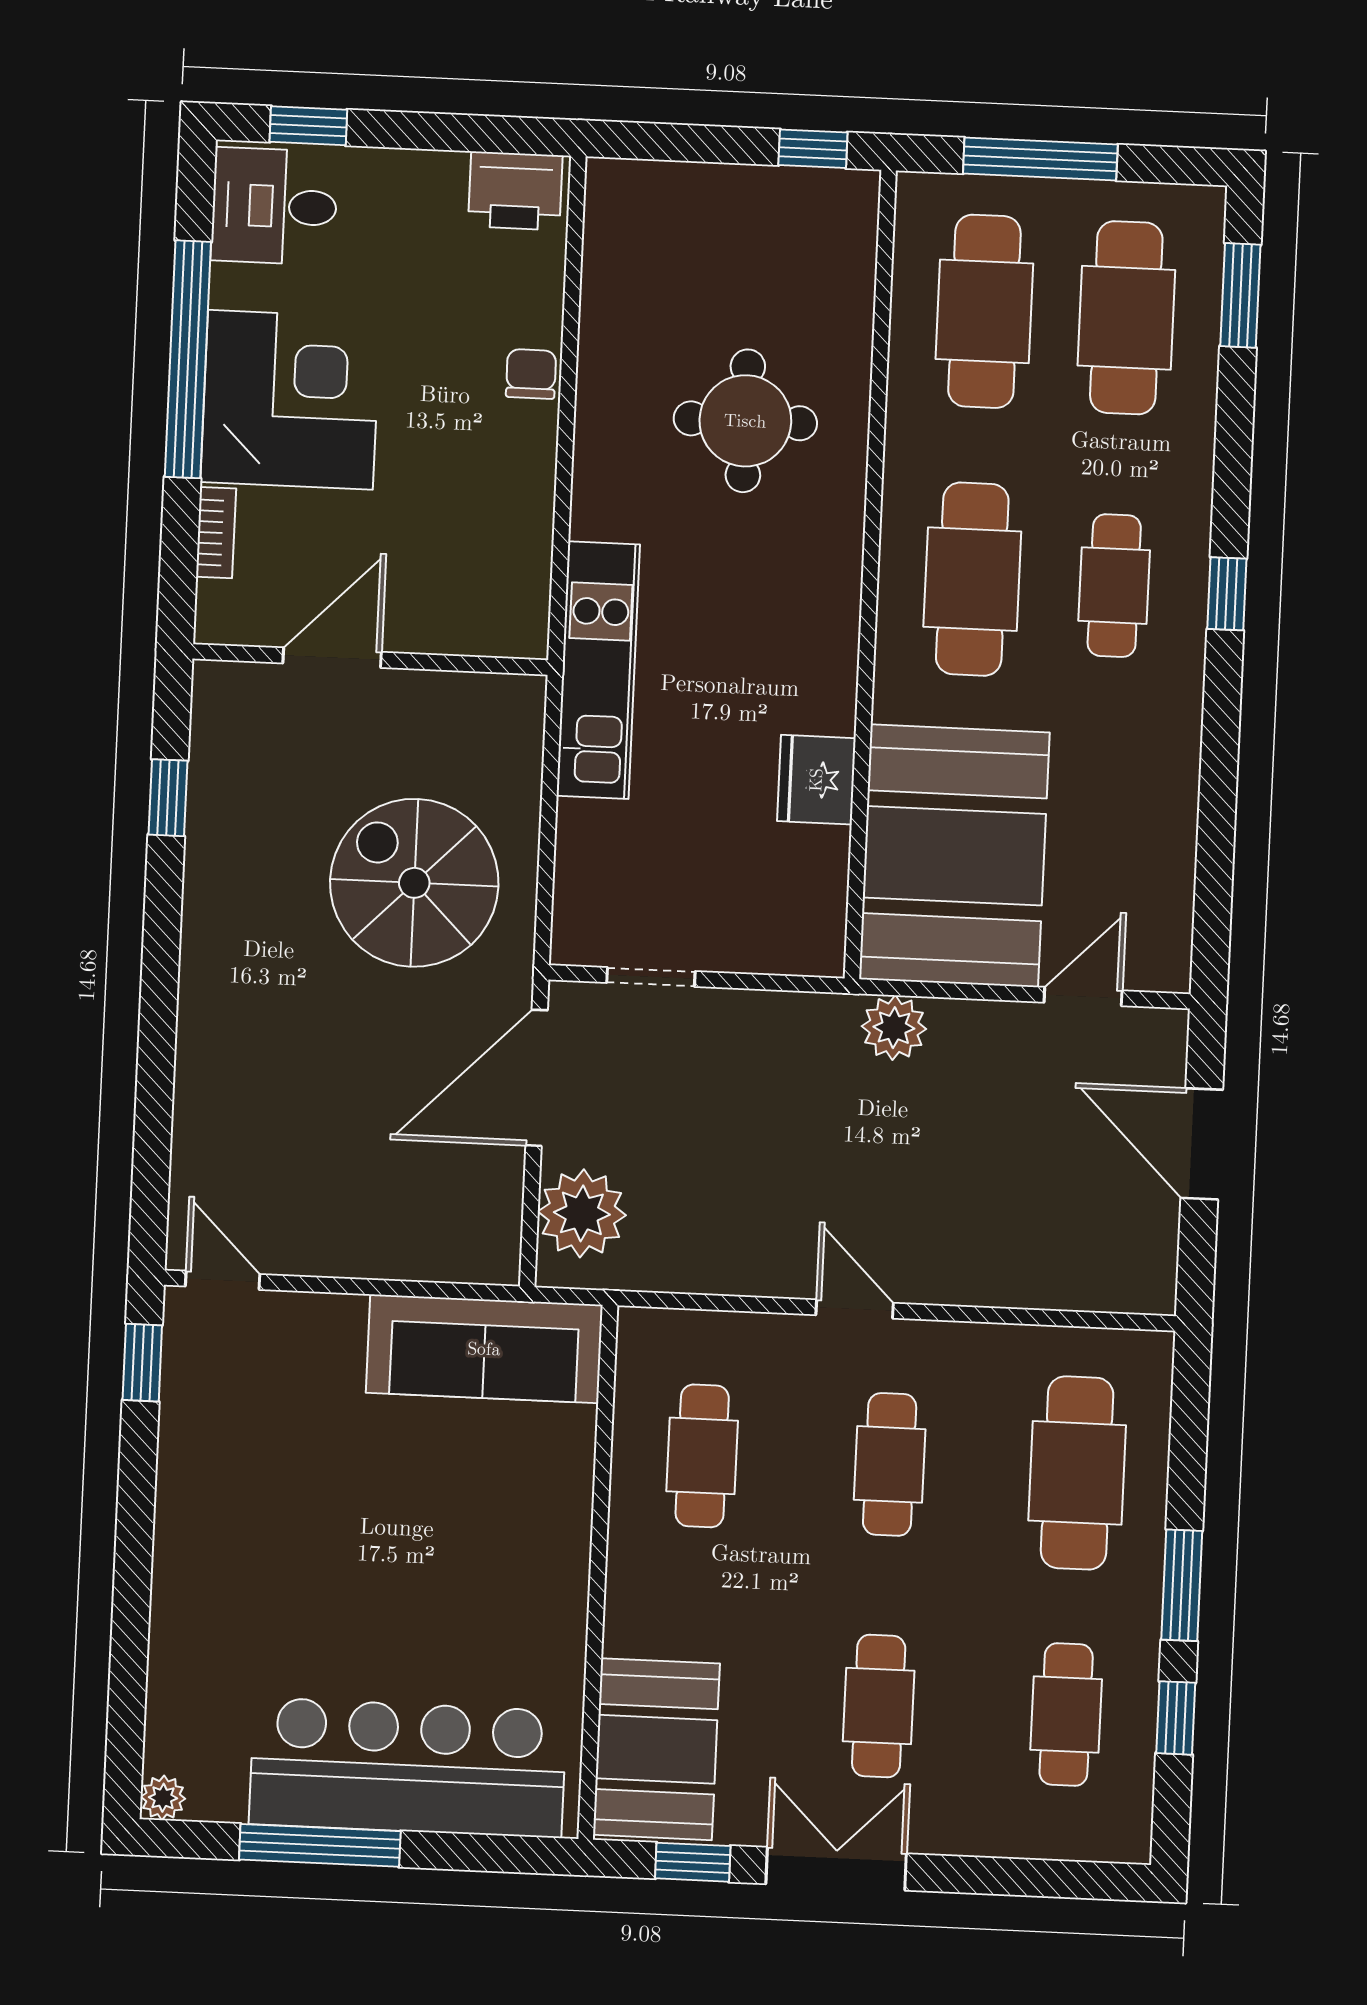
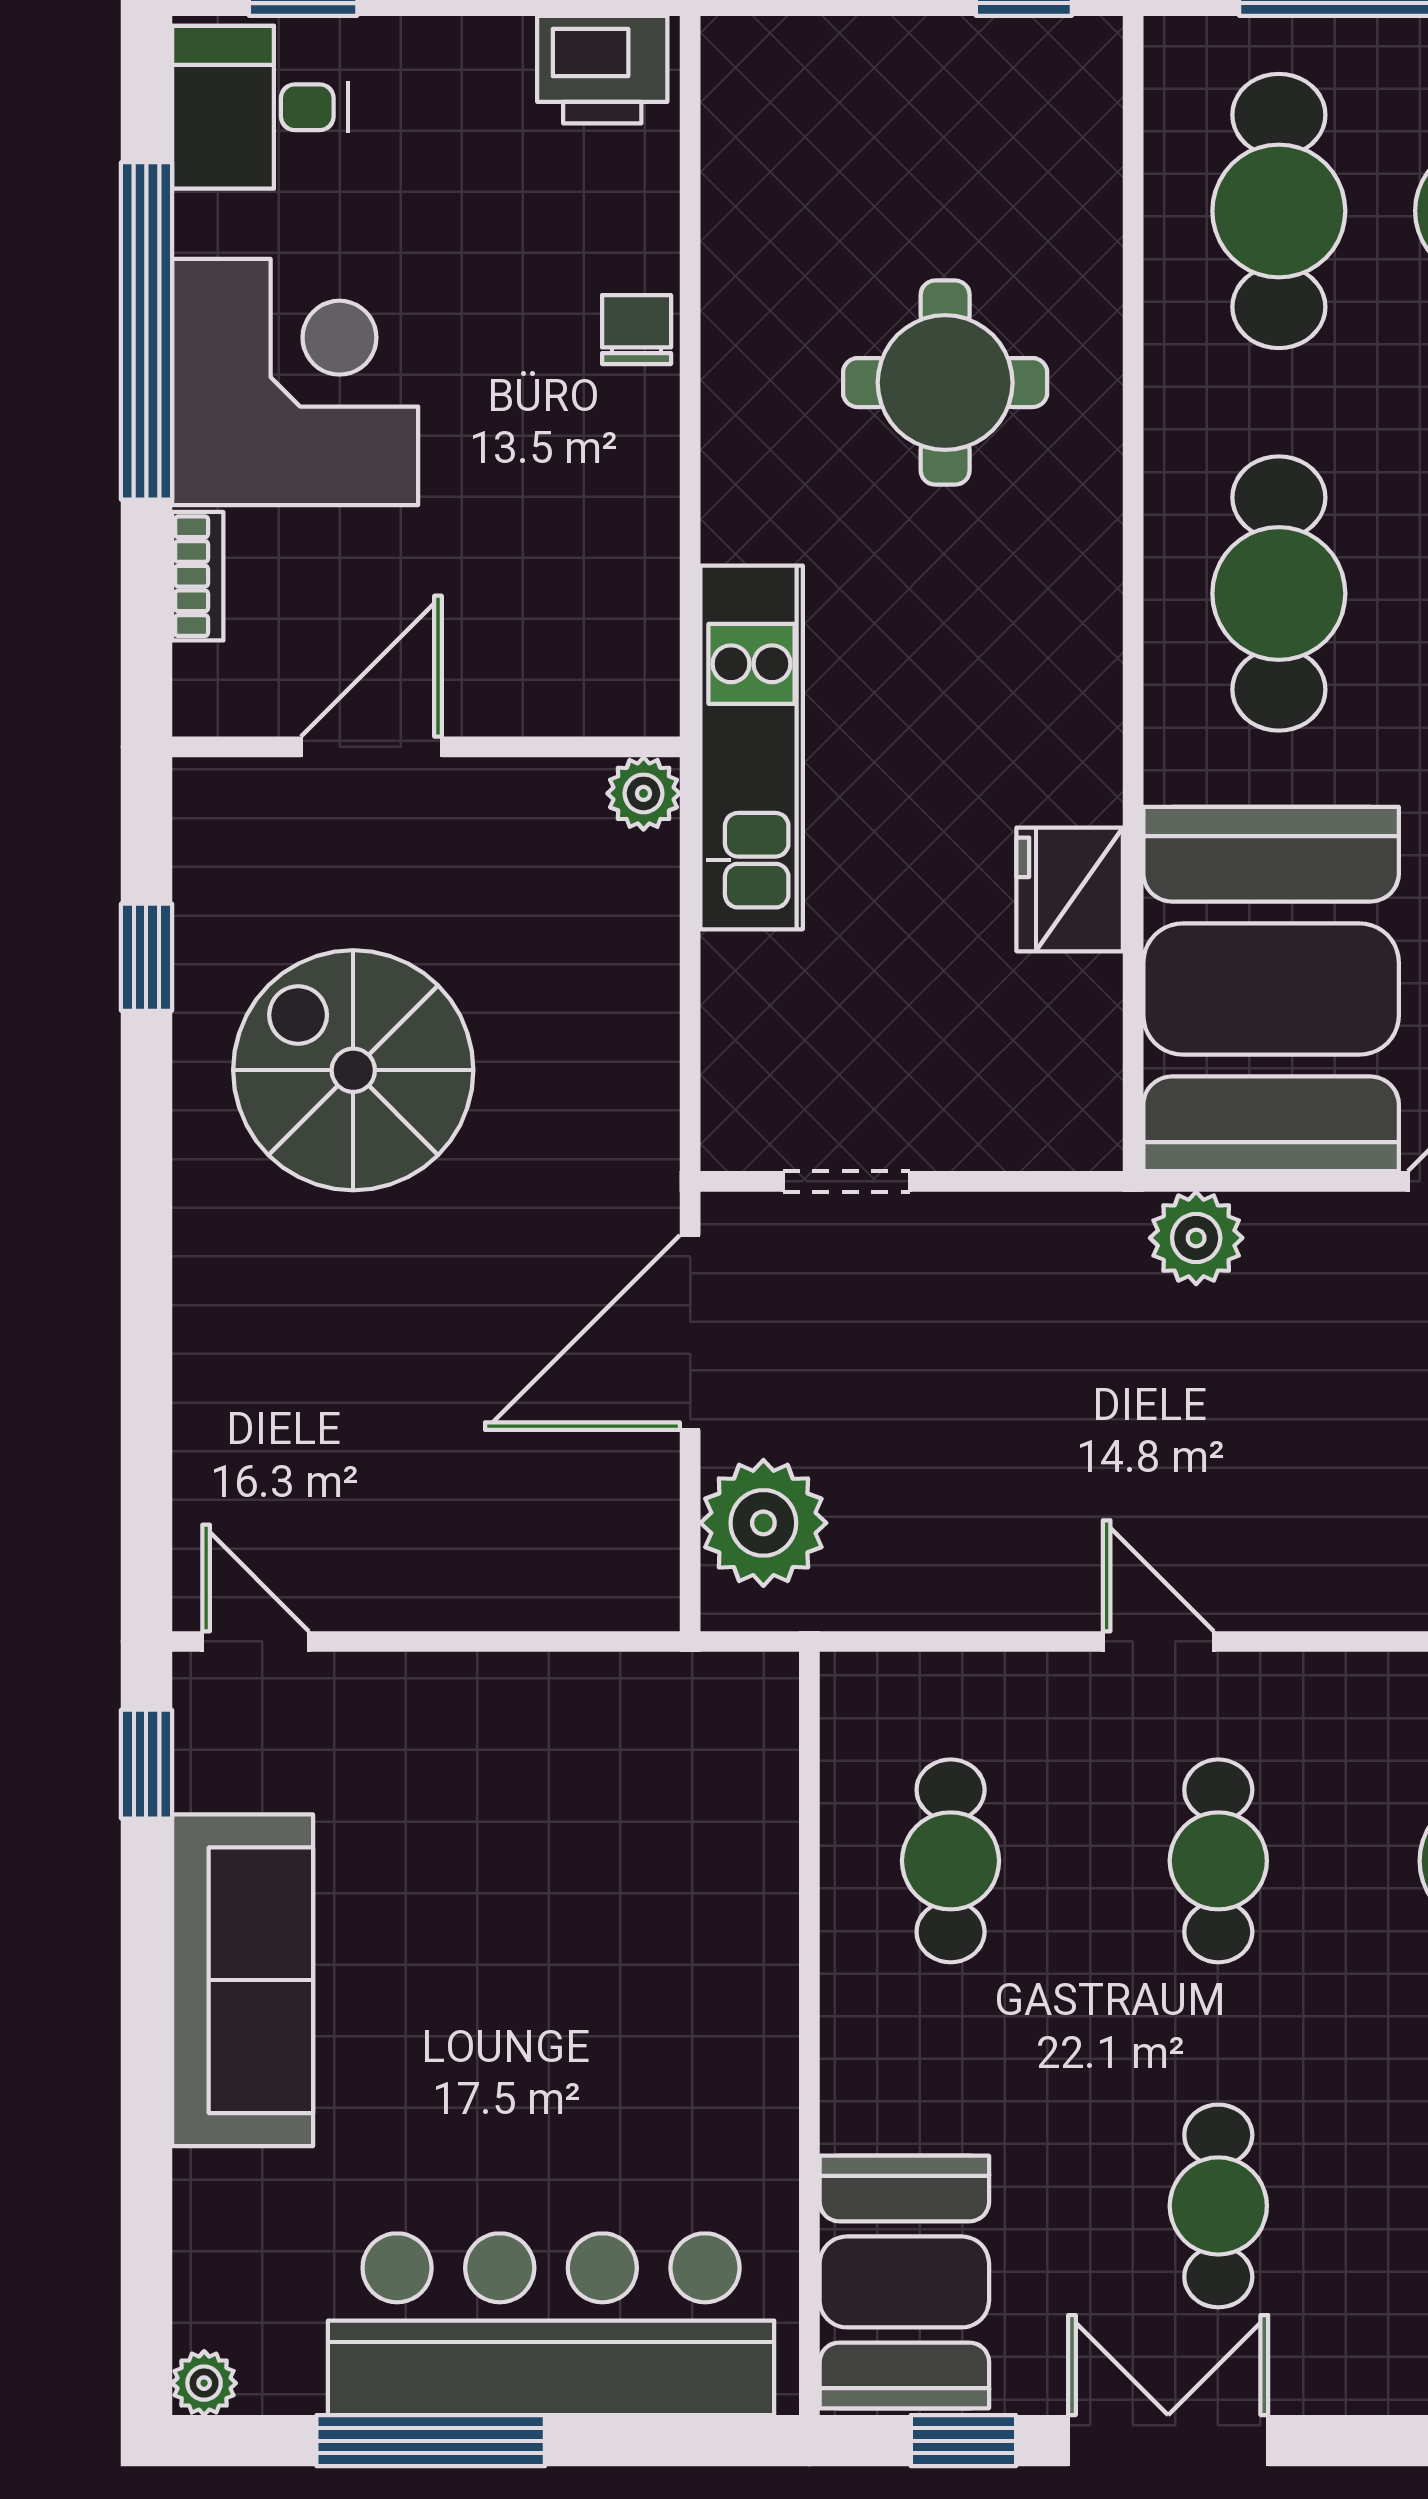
plant: (521, 699) -> (644, 793), added
spiral stairs: (414, 883) -> (353, 1070), moved
sofa: (484, 1349) -> (243, 1980), moved, turned -90

